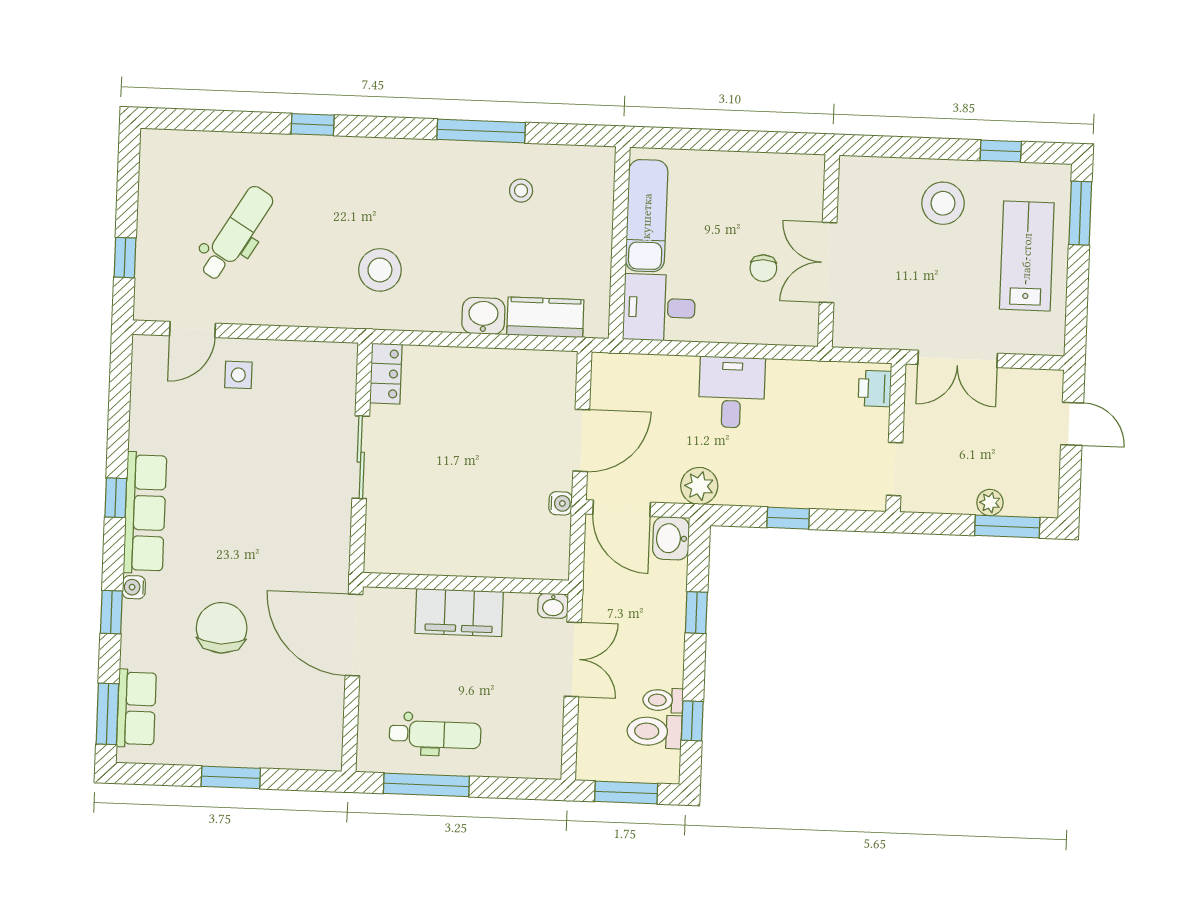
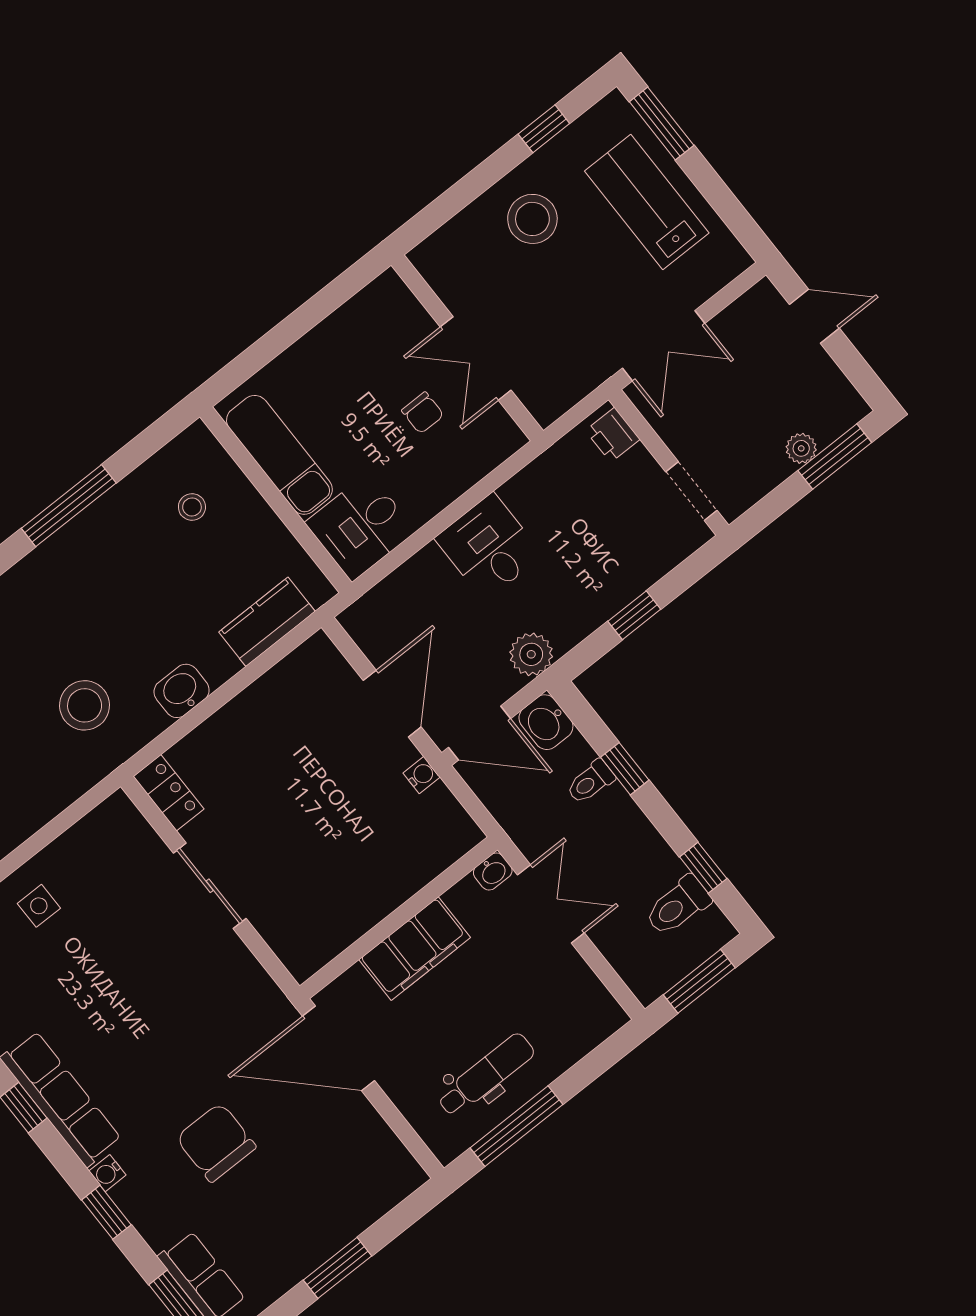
stool: (521, 191) -> (192, 507), moved
washbasin: (483, 316) -> (182, 691), moved
toilet: (663, 700) -> (590, 782), moved

